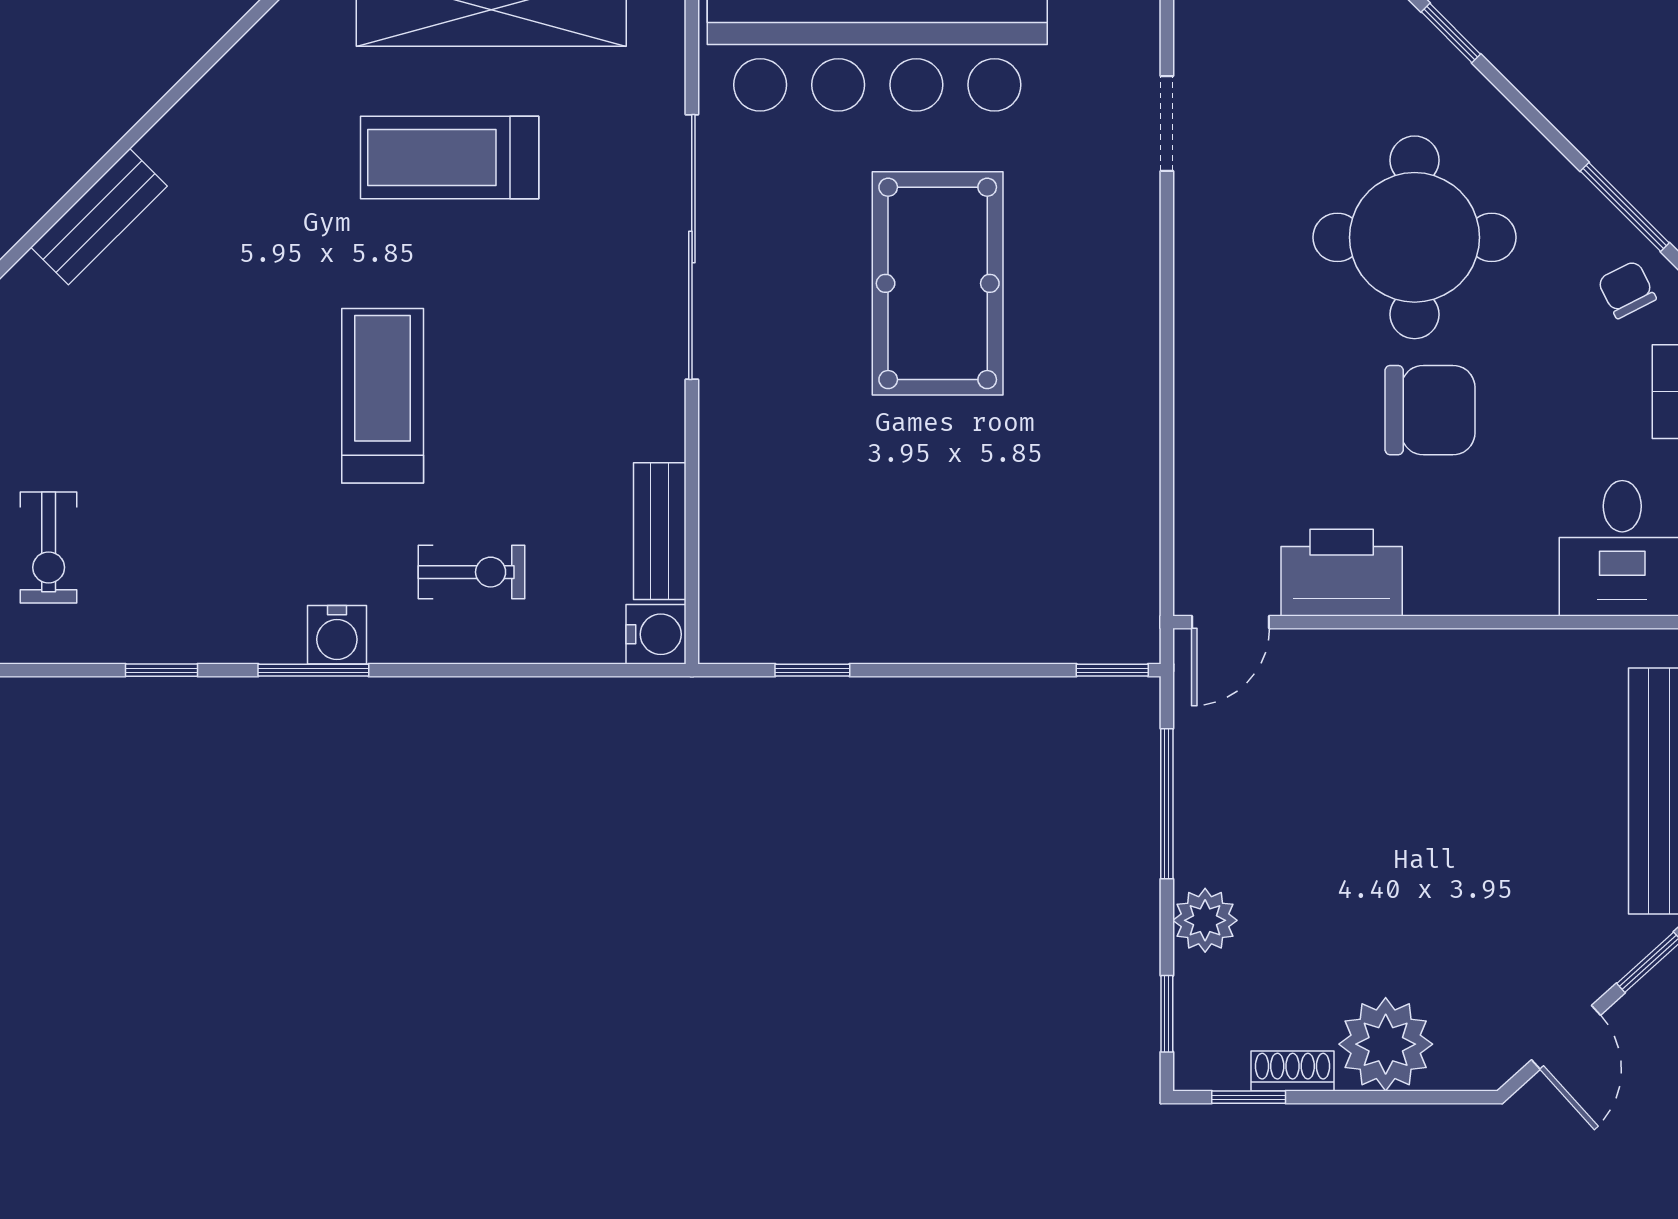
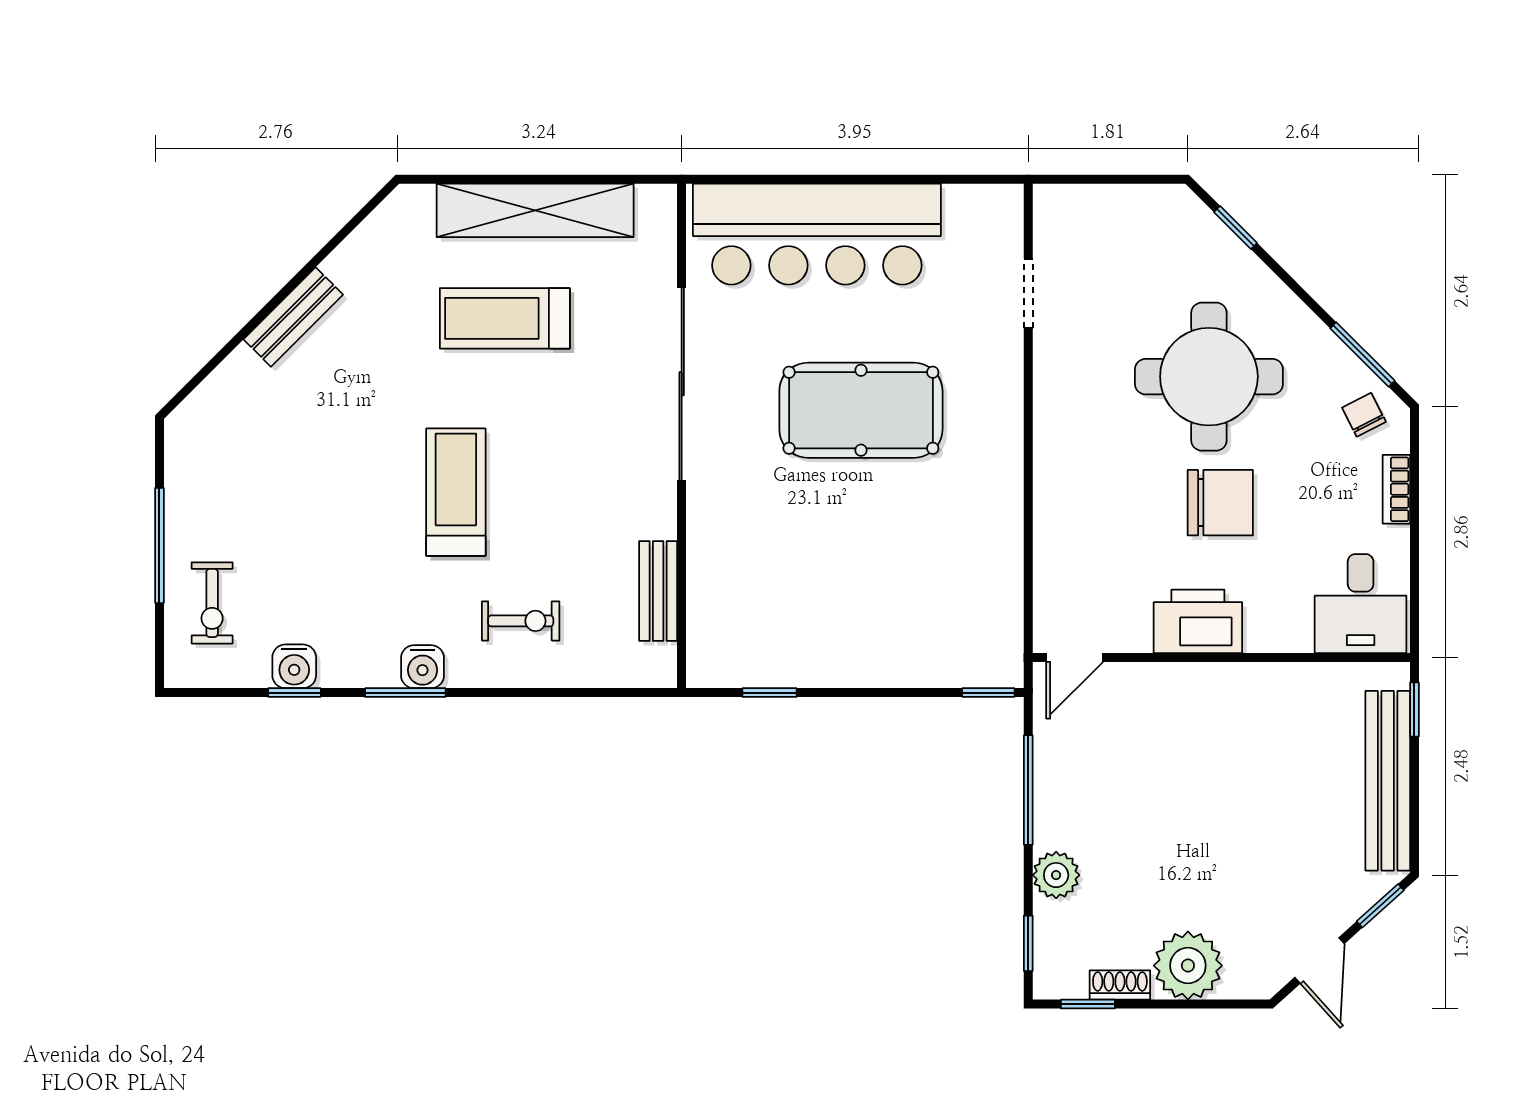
bench: (99, 217) -> (293, 317), moved
pool table: (938, 283) -> (861, 410), turned 90
printer: (1342, 573) -> (1198, 621), moved
water cooler: (656, 634) -> (294, 666), moved, turned 90

